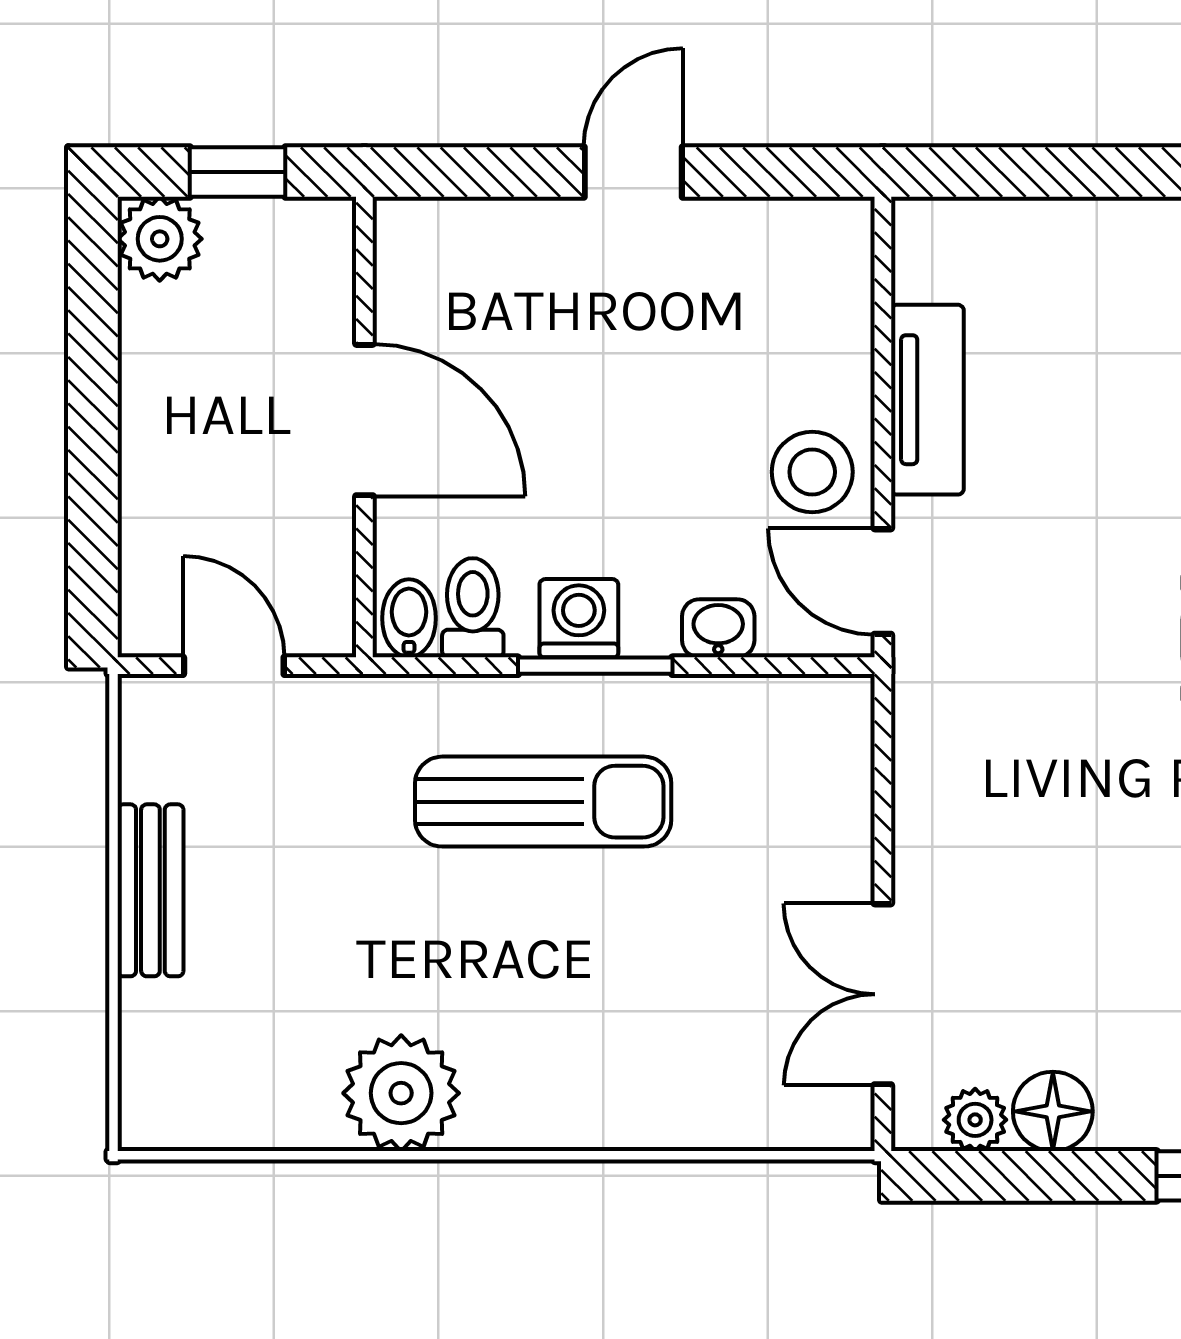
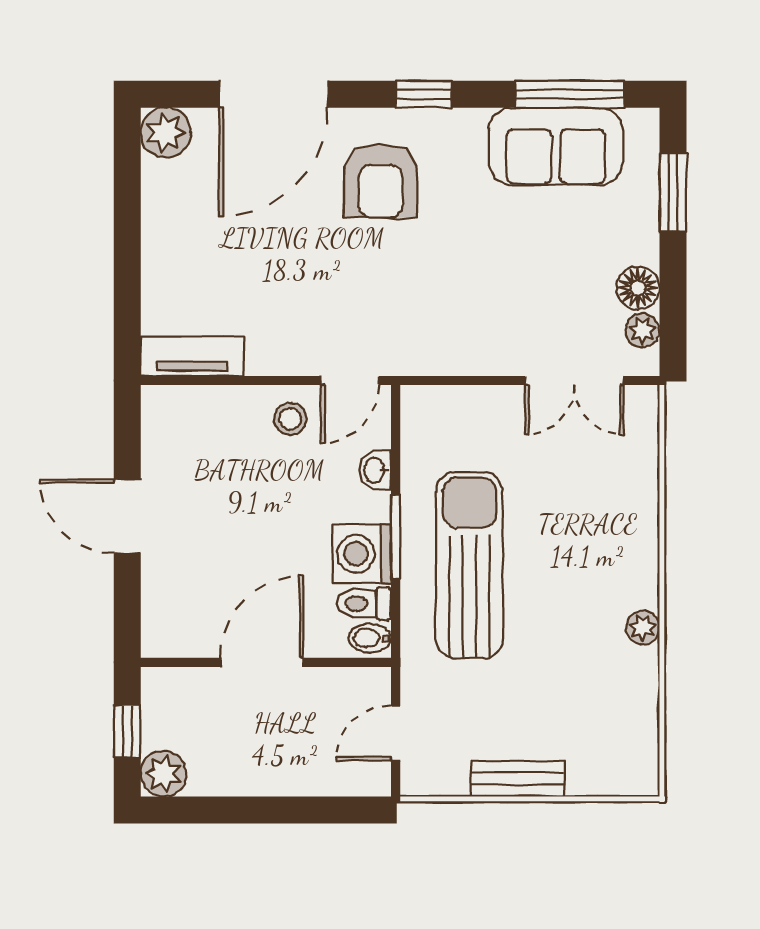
door: (633, 172) -> (127, 516), width x1.38
tv unit: (927, 400) -> (192, 356), moved
stool: (812, 472) -> (290, 419), width x0.73, depth x0.73
washing machine: (579, 618) -> (362, 554), width x1.38, depth x1.38
sun lounger: (543, 802) -> (470, 565), width x1.36, depth x1.34
plant: (401, 1093) -> (643, 628), width x0.53, depth x0.53

